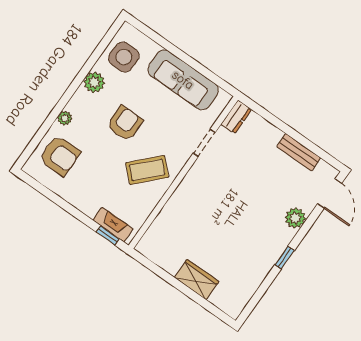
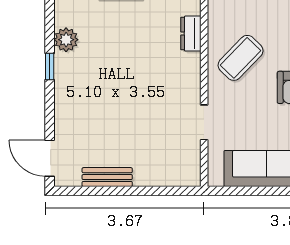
dresser: (236, 117) -> (191, 33), moved
plant: (295, 218) -> (66, 40), moved

